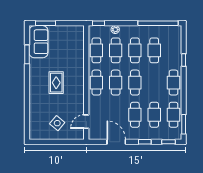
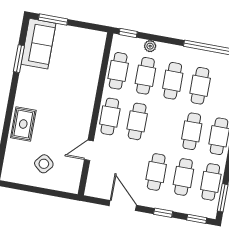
rug: (56, 83) -> (23, 124), moved
cafe table: (135, 83) -> (192, 131), moved
door: (86, 122) -> (89, 150), moved

